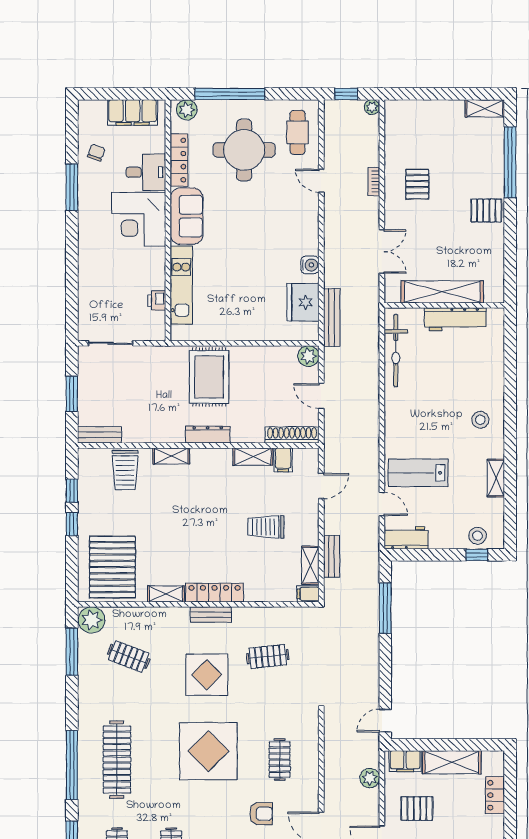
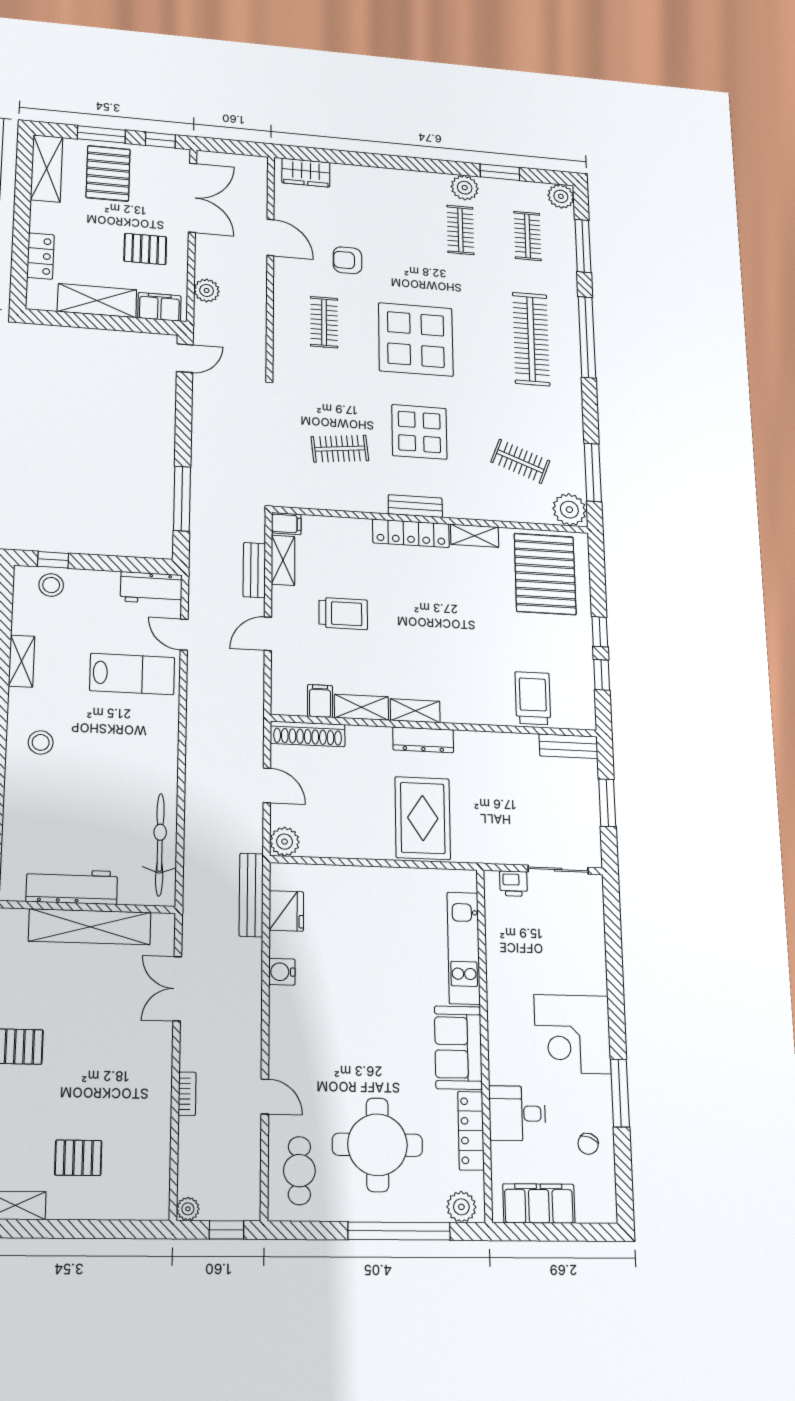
pallet: (417, 184) -> (78, 1158), moved, turned 90
corner desk: (139, 219) -> (572, 1034), moved, turned 180
printer: (157, 300) -> (513, 884), moved, turned 90
fridge: (303, 302) -> (286, 911), width x0.73, depth x0.75
shelving: (171, 456) -> (415, 711), moved
door: (321, 486) -> (268, 634), moved

